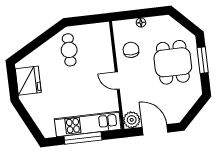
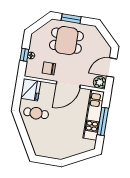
window: (139, 14) -> (24, 55), added
fridge: (28, 81) -> (31, 90), moved, turned 90
door: (117, 81) -> (68, 85), width x1.88

